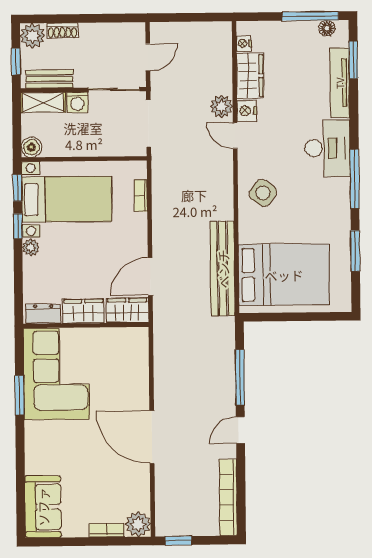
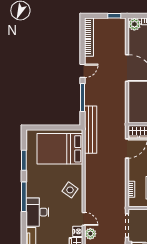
bench: (223, 269) -> (91, 130), moved

